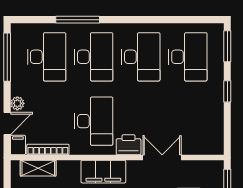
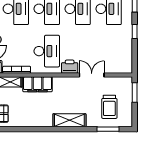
filing cabinet: (103, 172) -> (37, 84), moved

